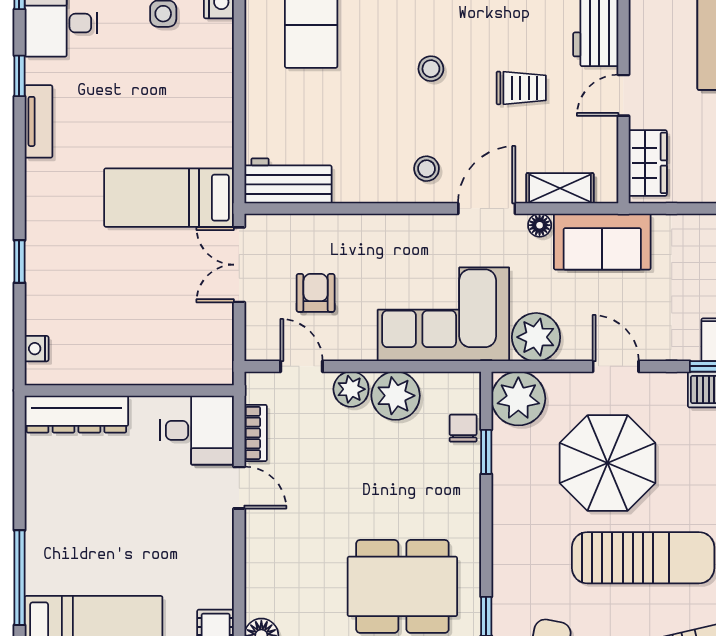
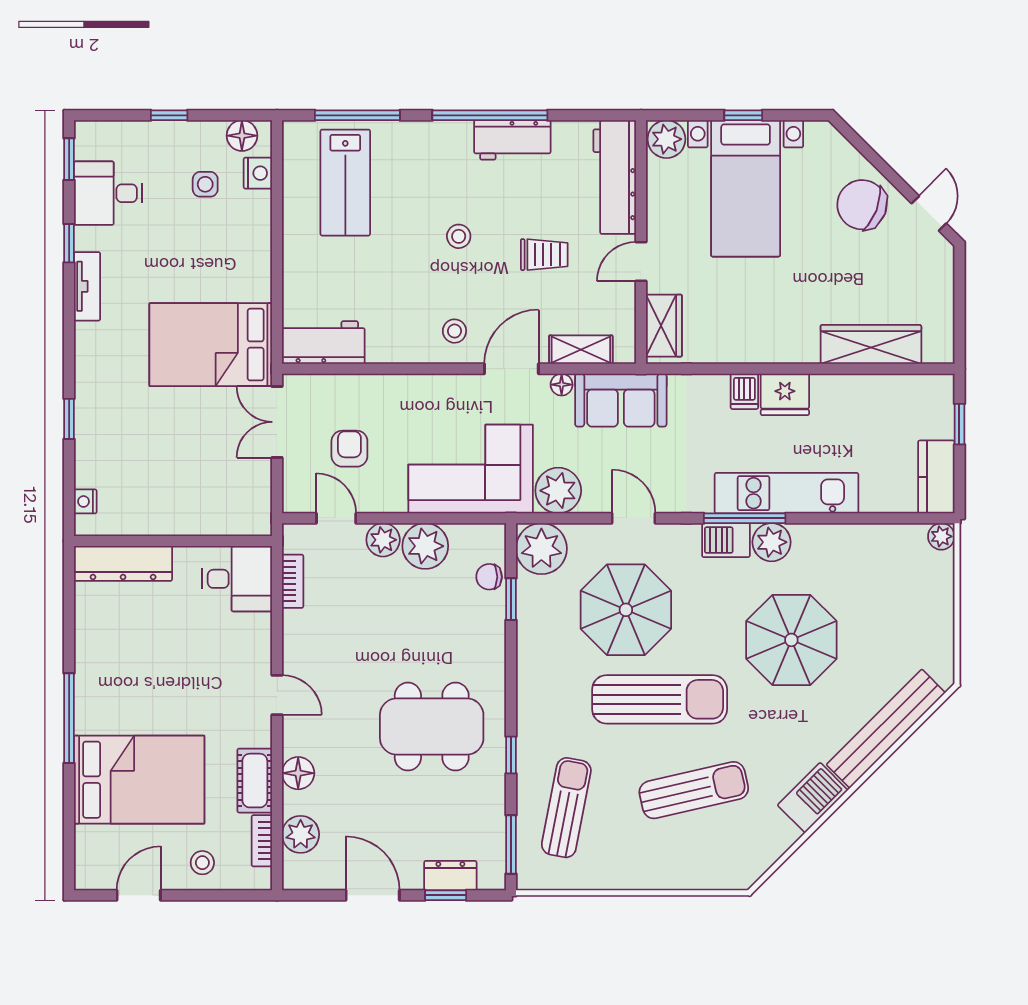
bed: (169, 198) -> (211, 345), width x1.50
chair: (463, 428) -> (489, 577), turned -90
door: (239, 488) -> (277, 695), moved

